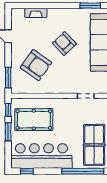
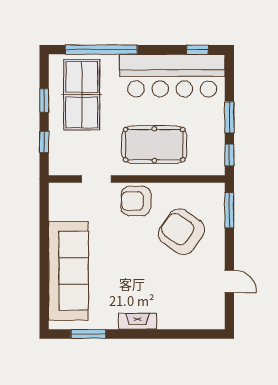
fireplace: (36, 13) -> (137, 321), moved
armchair: (64, 44) -> (136, 201), moved, turned 133
pool table: (34, 120) -> (154, 145), moved

